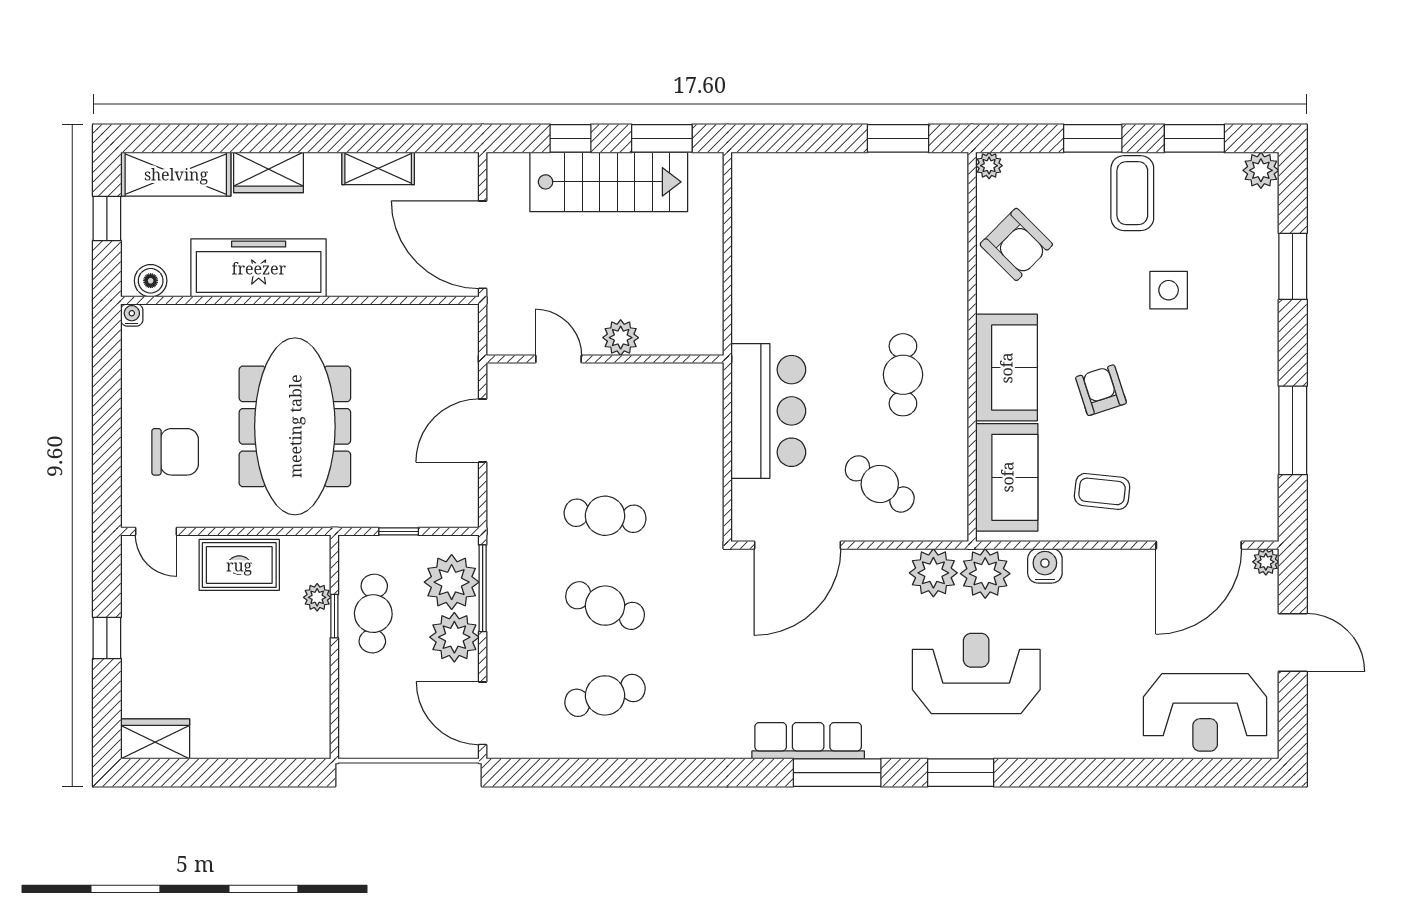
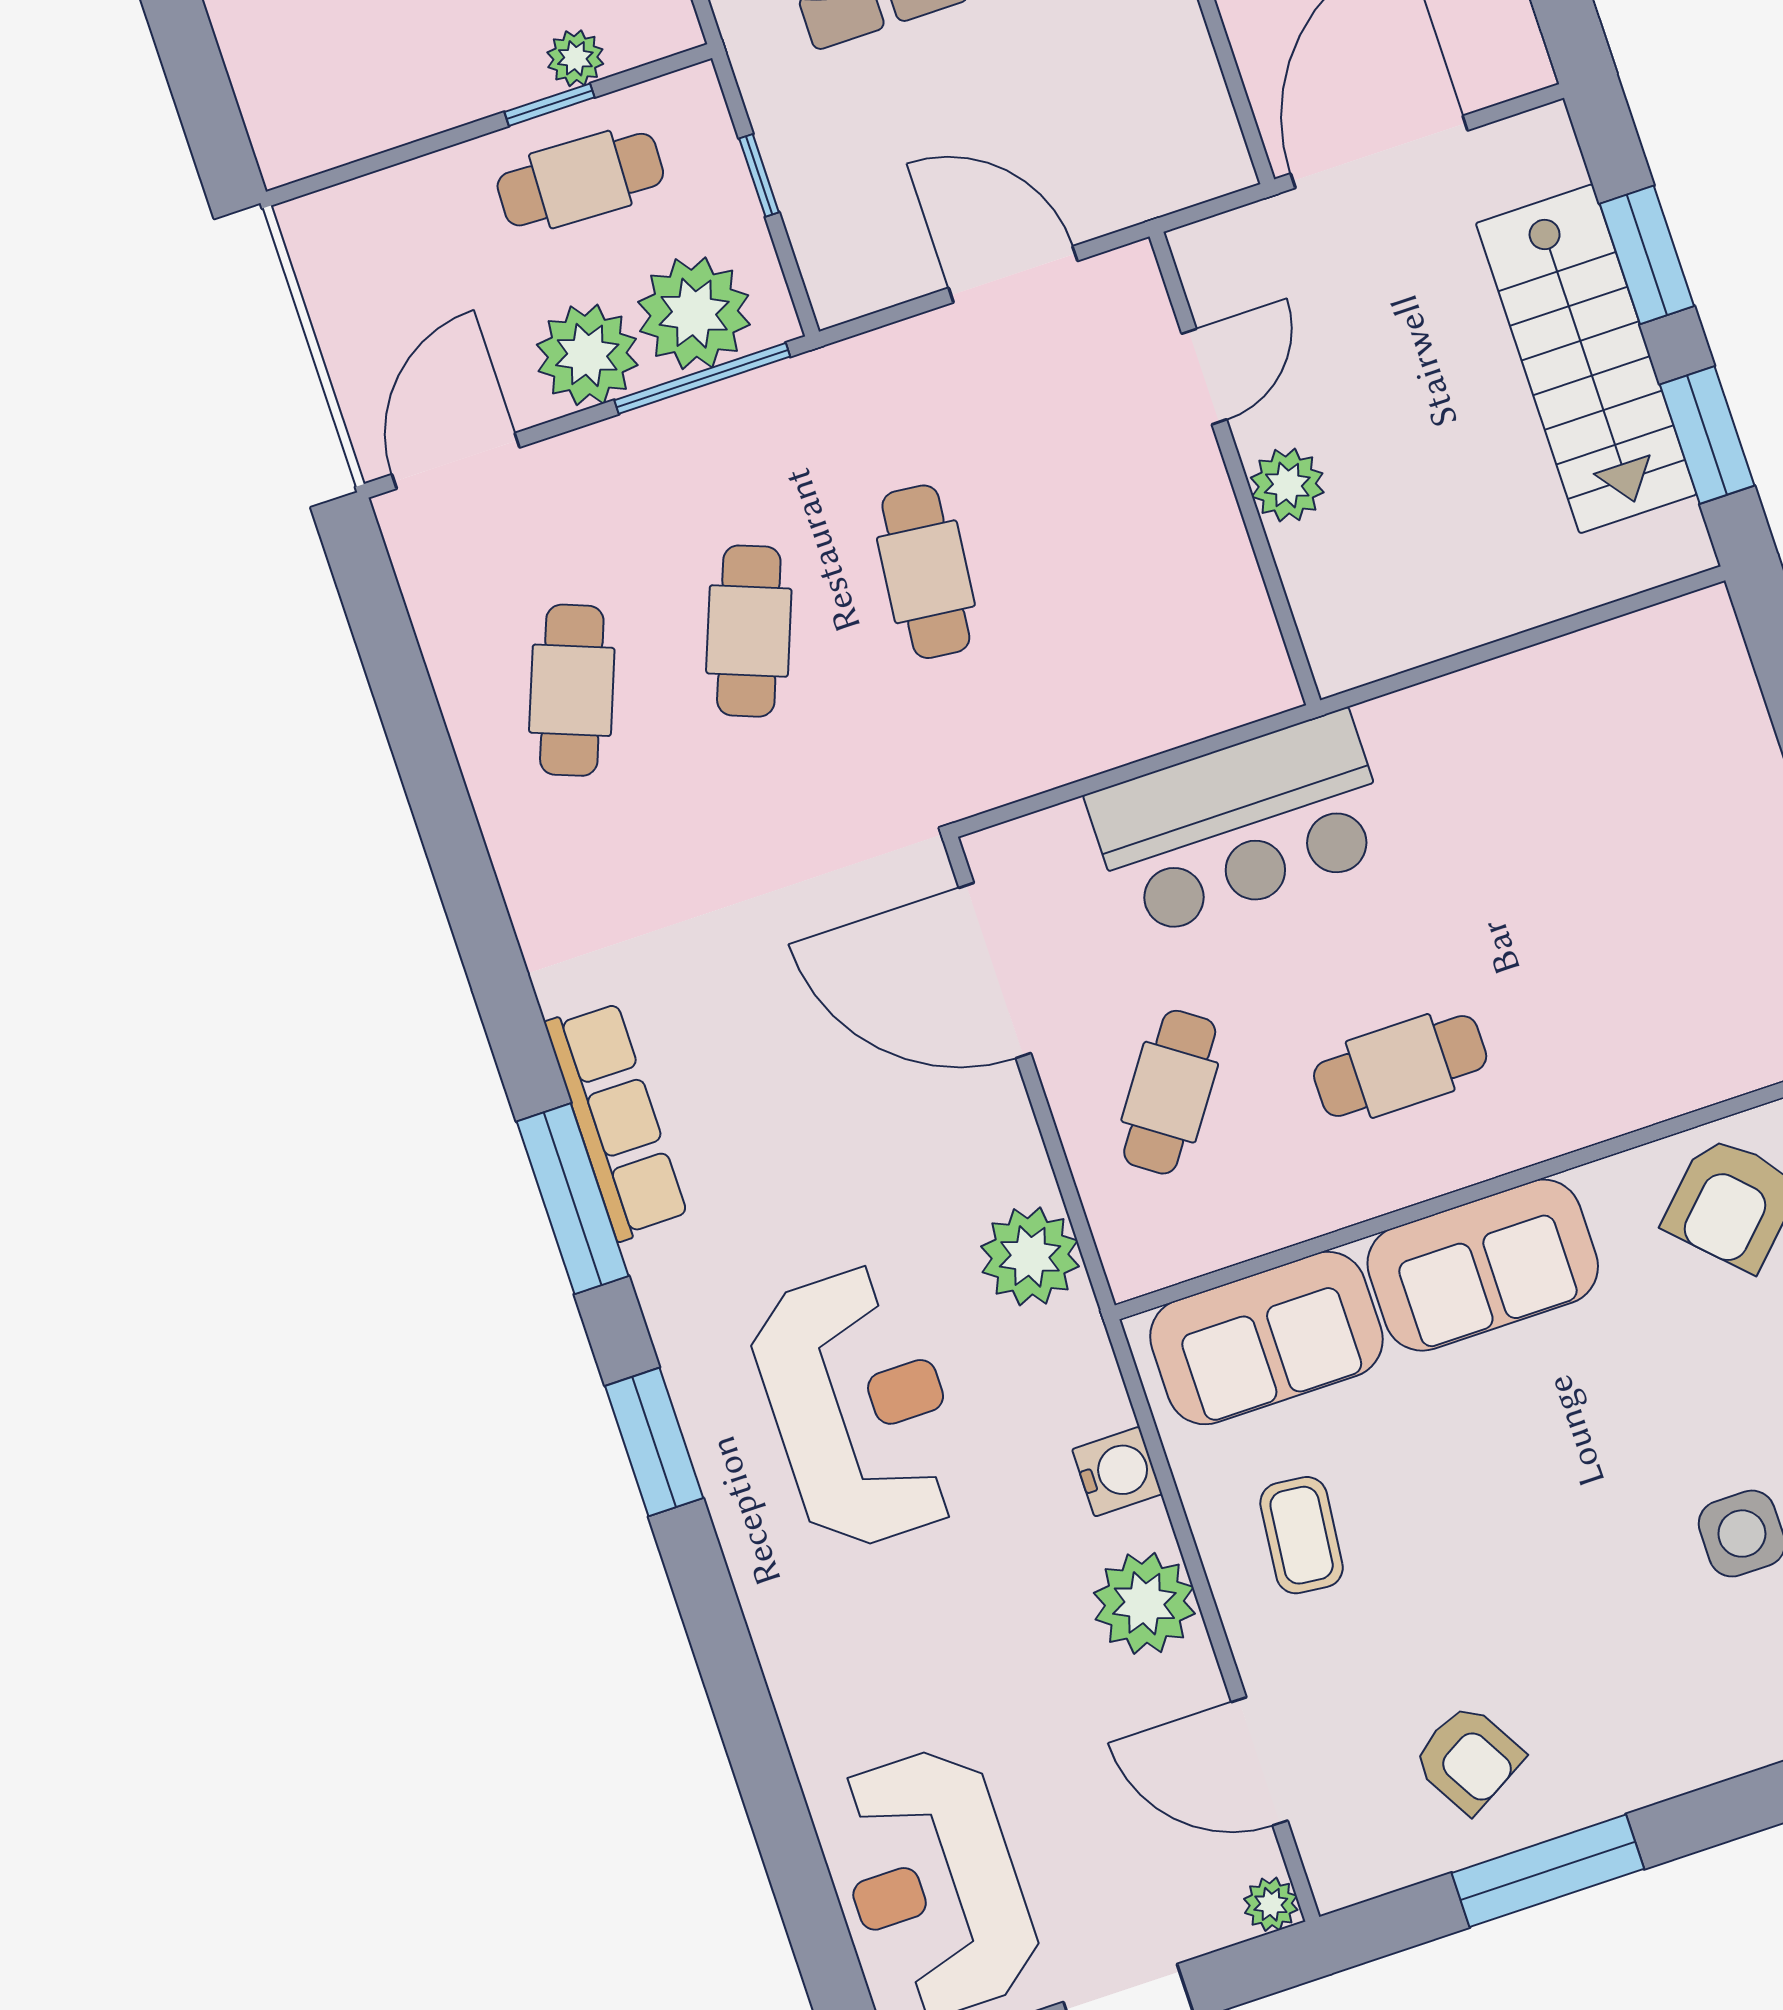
window: (570, 138) -> (1647, 255), width x1.50
armchair: (1101, 390) -> (1468, 1759), moved, turned 78
door: (1199, 545) -> (1259, 1761), width x0.73
plant: (985, 574) -> (1144, 1603), moved
cafe table: (605, 695) -> (572, 690), turned 36

